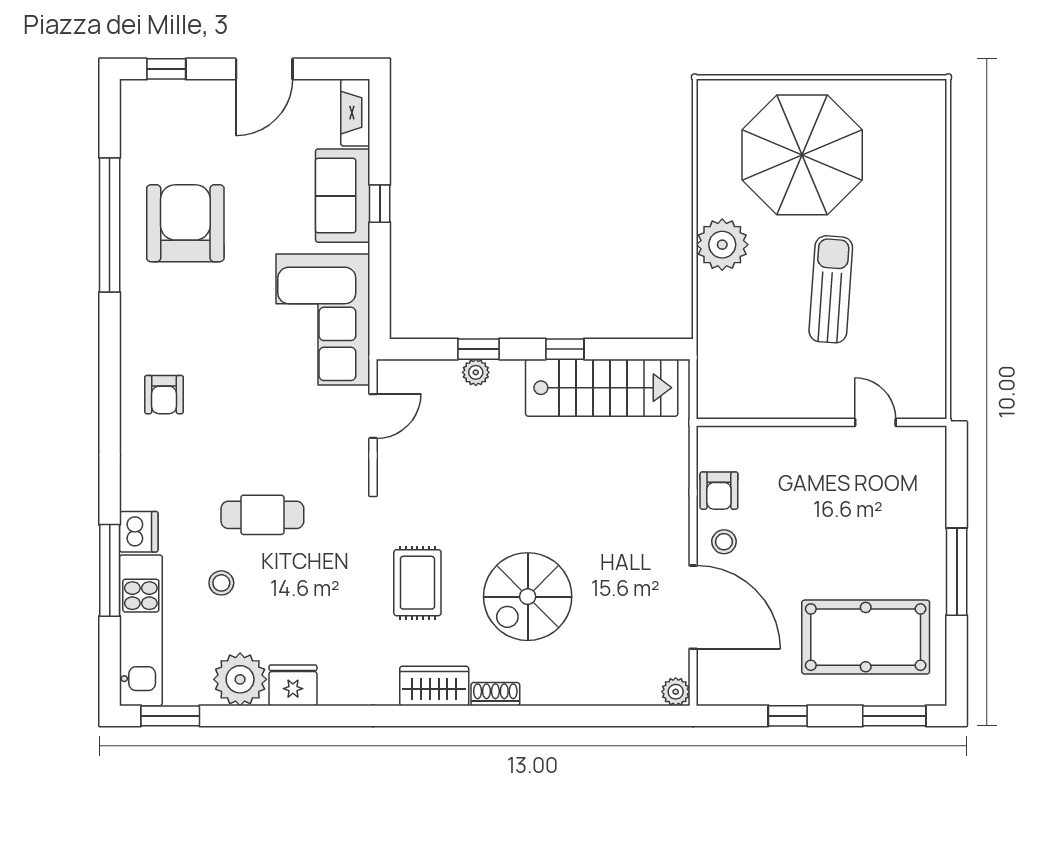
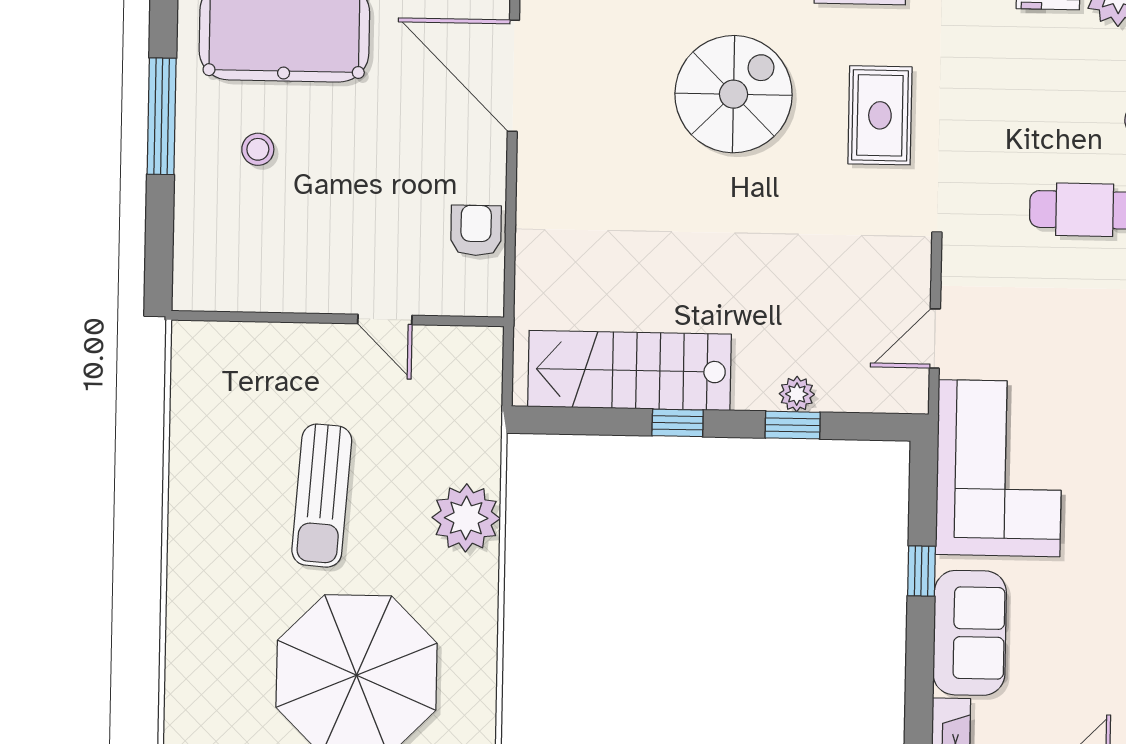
window: (380, 204) -> (921, 571), moved
plant: (722, 245) -> (466, 518), moved
door: (875, 422) -> (385, 319), moved
stool: (724, 542) -> (258, 149), moved

